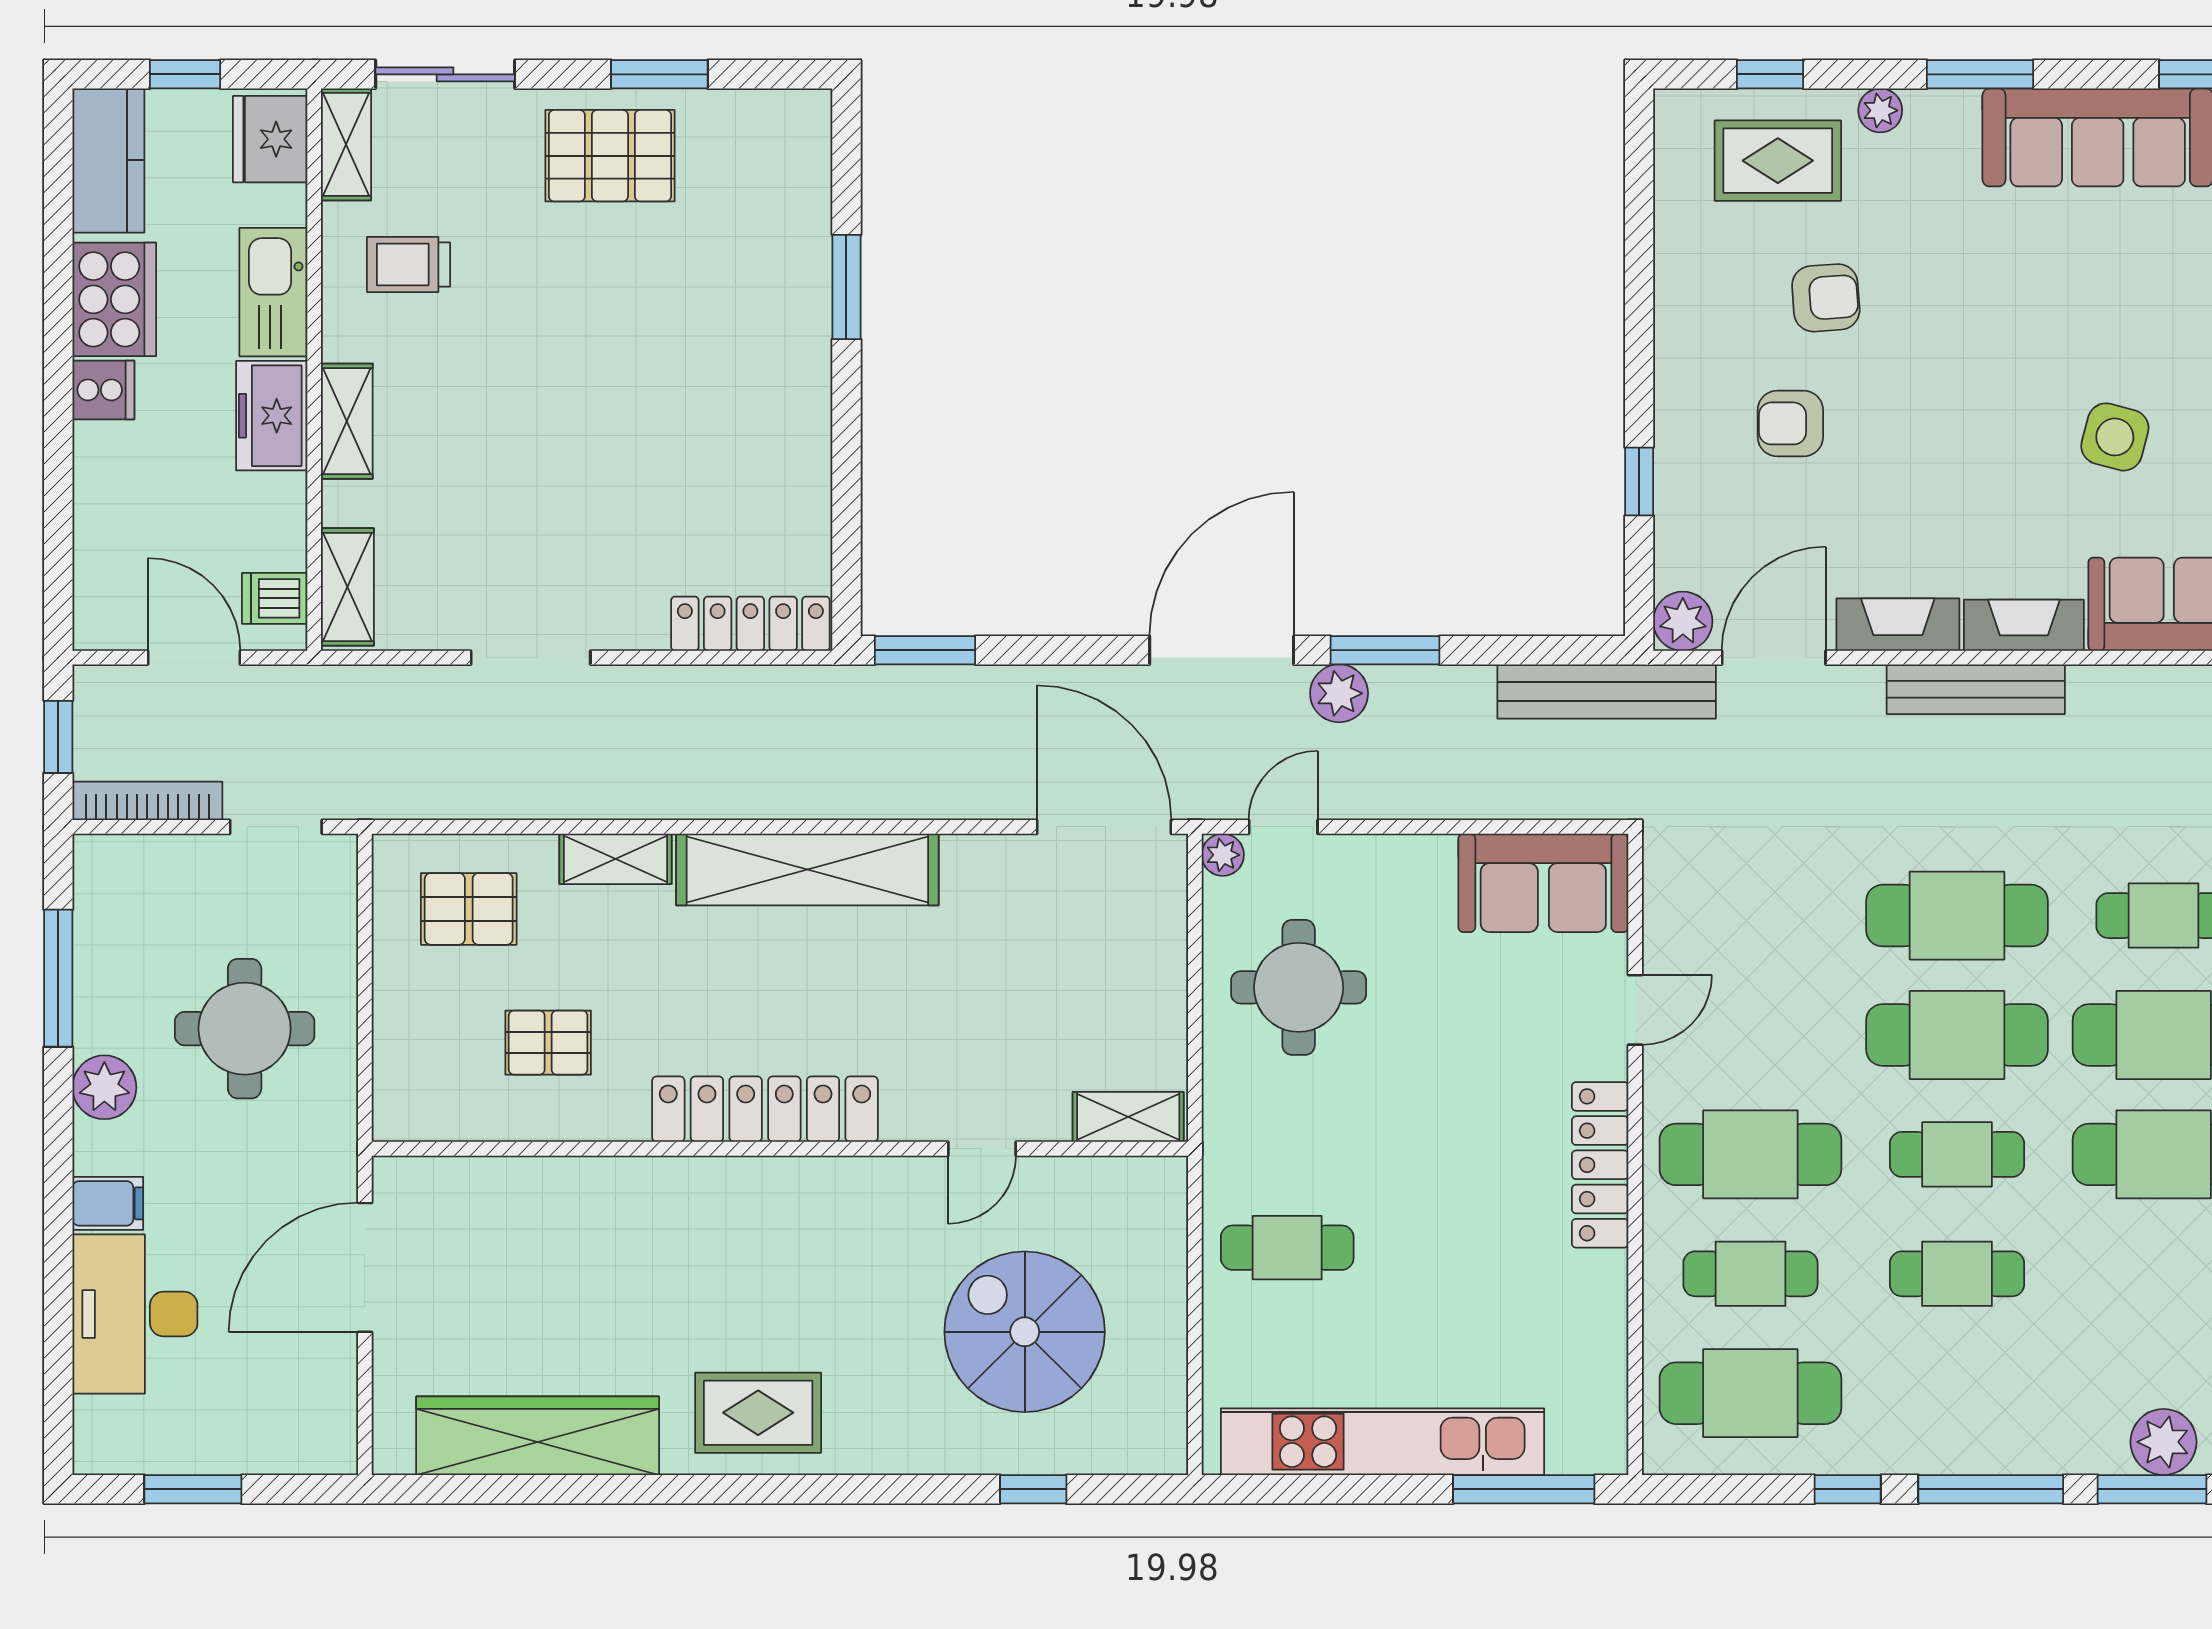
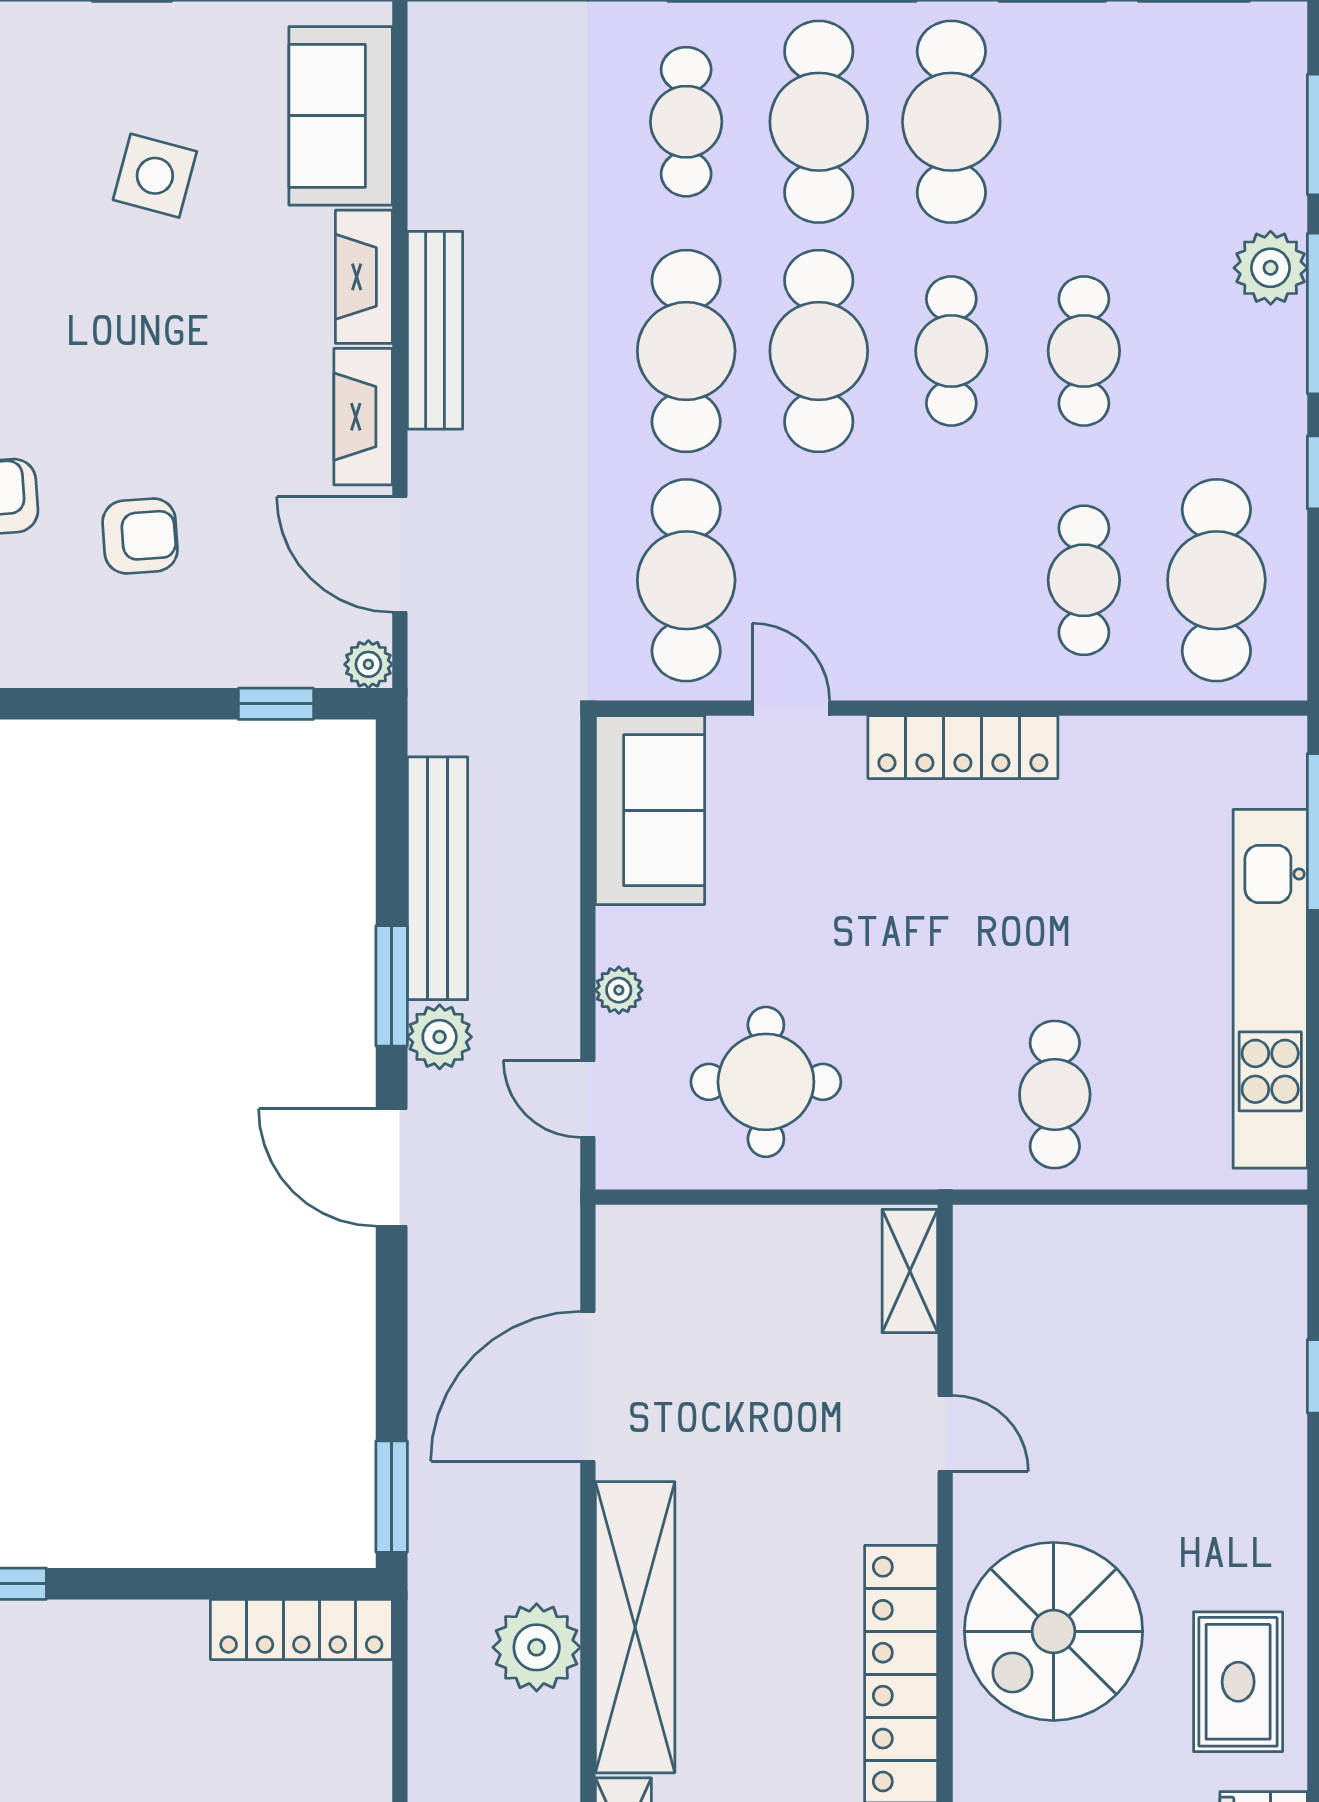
armchair: (1790, 423) -> (140, 536), turned -94
window: (1639, 481) -> (276, 704), moved
plant: (1683, 621) -> (368, 664), width x0.73, depth x0.73
locker: (750, 624) -> (301, 1630), moved, turned -90
door: (1222, 650) -> (392, 1167), width x0.73
bench: (1607, 692) -> (438, 878), moved
plant: (789, 781) -> (537, 1647), added
door: (1104, 827) -> (588, 1386), moved
plant: (1223, 855) -> (619, 990), moved
cafe table: (1750, 1154) -> (686, 580), moved
spiral stairs: (1025, 1332) -> (1053, 1631), moved
plant: (2164, 1442) -> (1271, 268), moved

